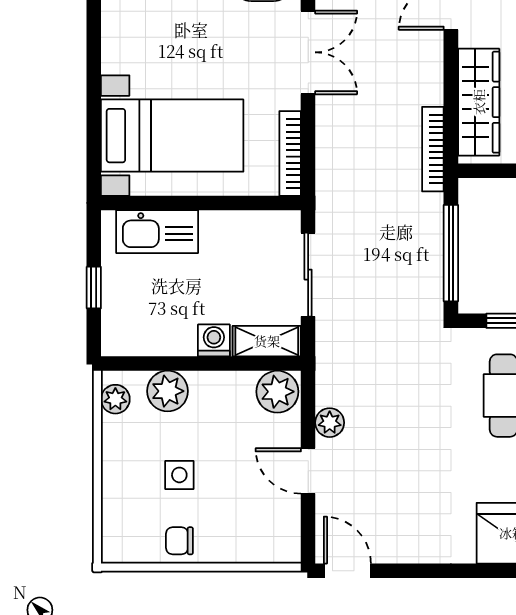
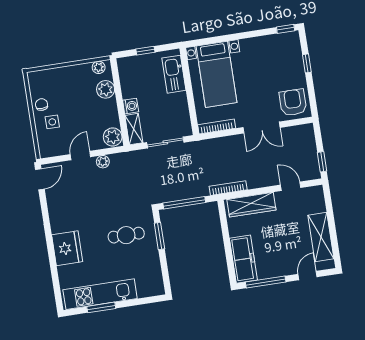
side table: (179, 475) -> (52, 122), moved

